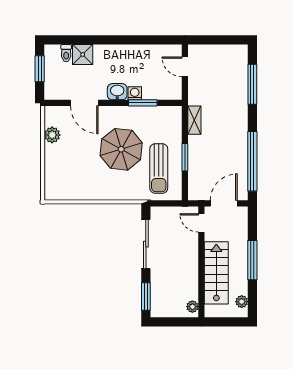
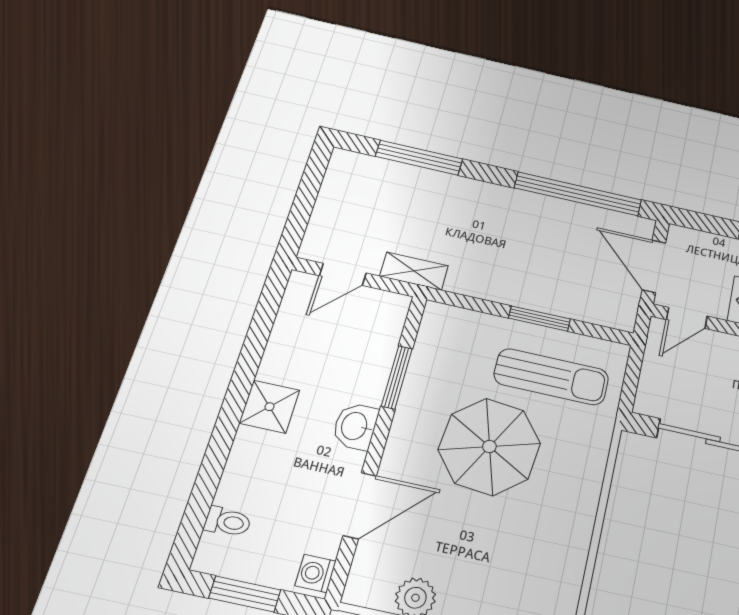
shower: (83, 54) -> (270, 407), moved
washing machine: (135, 93) -> (316, 573), moved
shelving: (194, 120) -> (414, 271), moved

